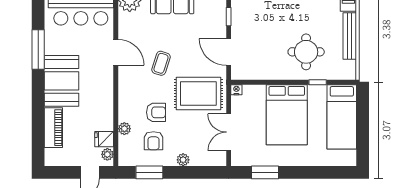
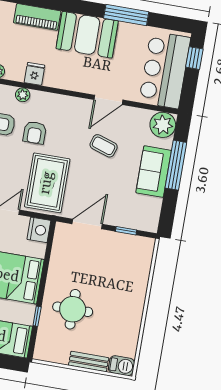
bench: (350, 36) -> (89, 362), width x0.73
coffee table: (161, 63) -> (104, 146), moved
nightstand: (236, 90) -> (39, 230), width x1.89, depth x1.79
fridge: (104, 139) -> (35, 74), moved

